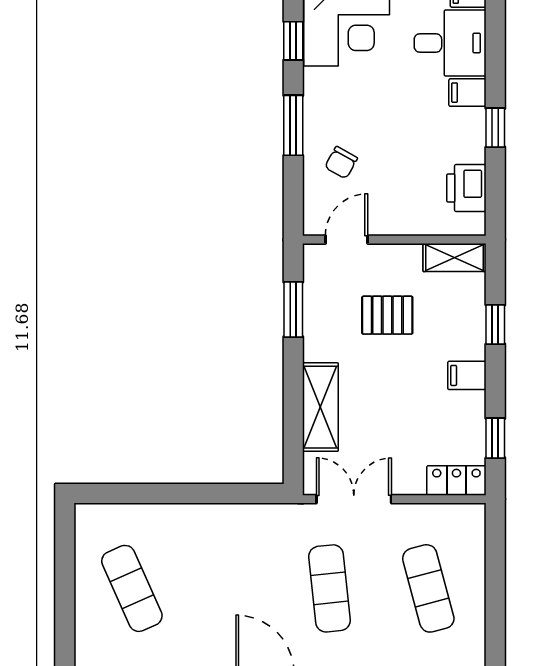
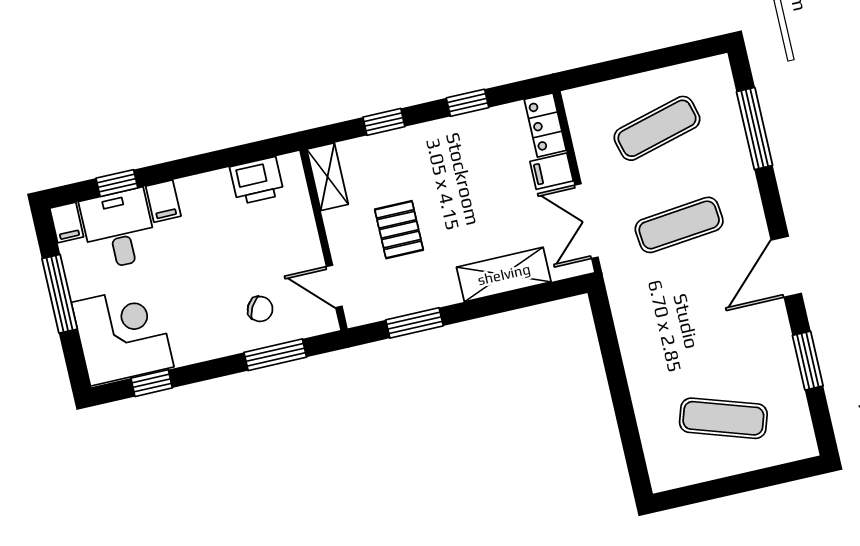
window: (293, 125) -> (275, 355), moved
window: (495, 128) -> (117, 183), moved
filing cabinet: (467, 375) -> (552, 171), moved, turned 90
window: (495, 438) -> (467, 103), moved
exercise mat: (132, 588) -> (723, 418), turned 42

